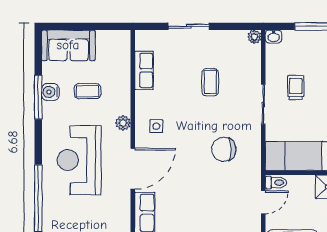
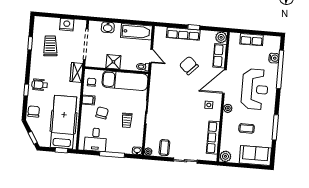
plant: (120, 40) -> (225, 156), added
row of seats: (144, 70) -> (213, 138), width x1.48
coffee table: (210, 82) -> (164, 148), moved
water cooler: (50, 92) -> (274, 58), moved
chair: (224, 149) -> (189, 66), moved, turned -136
door: (263, 202) -> (151, 56), swing flipped

